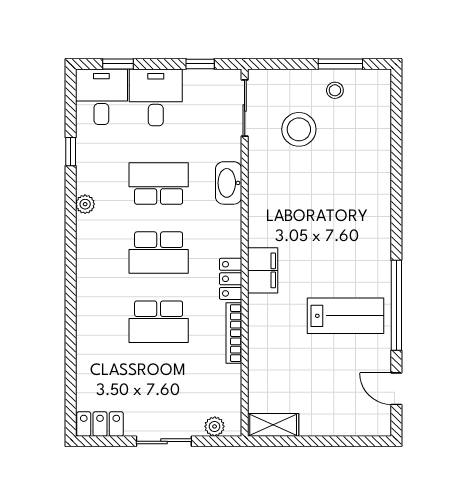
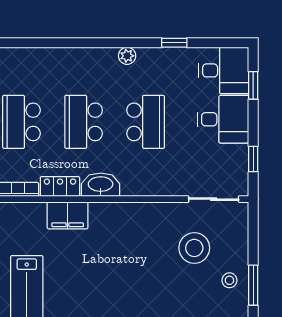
washbasin: (229, 183) -> (101, 185), moved

